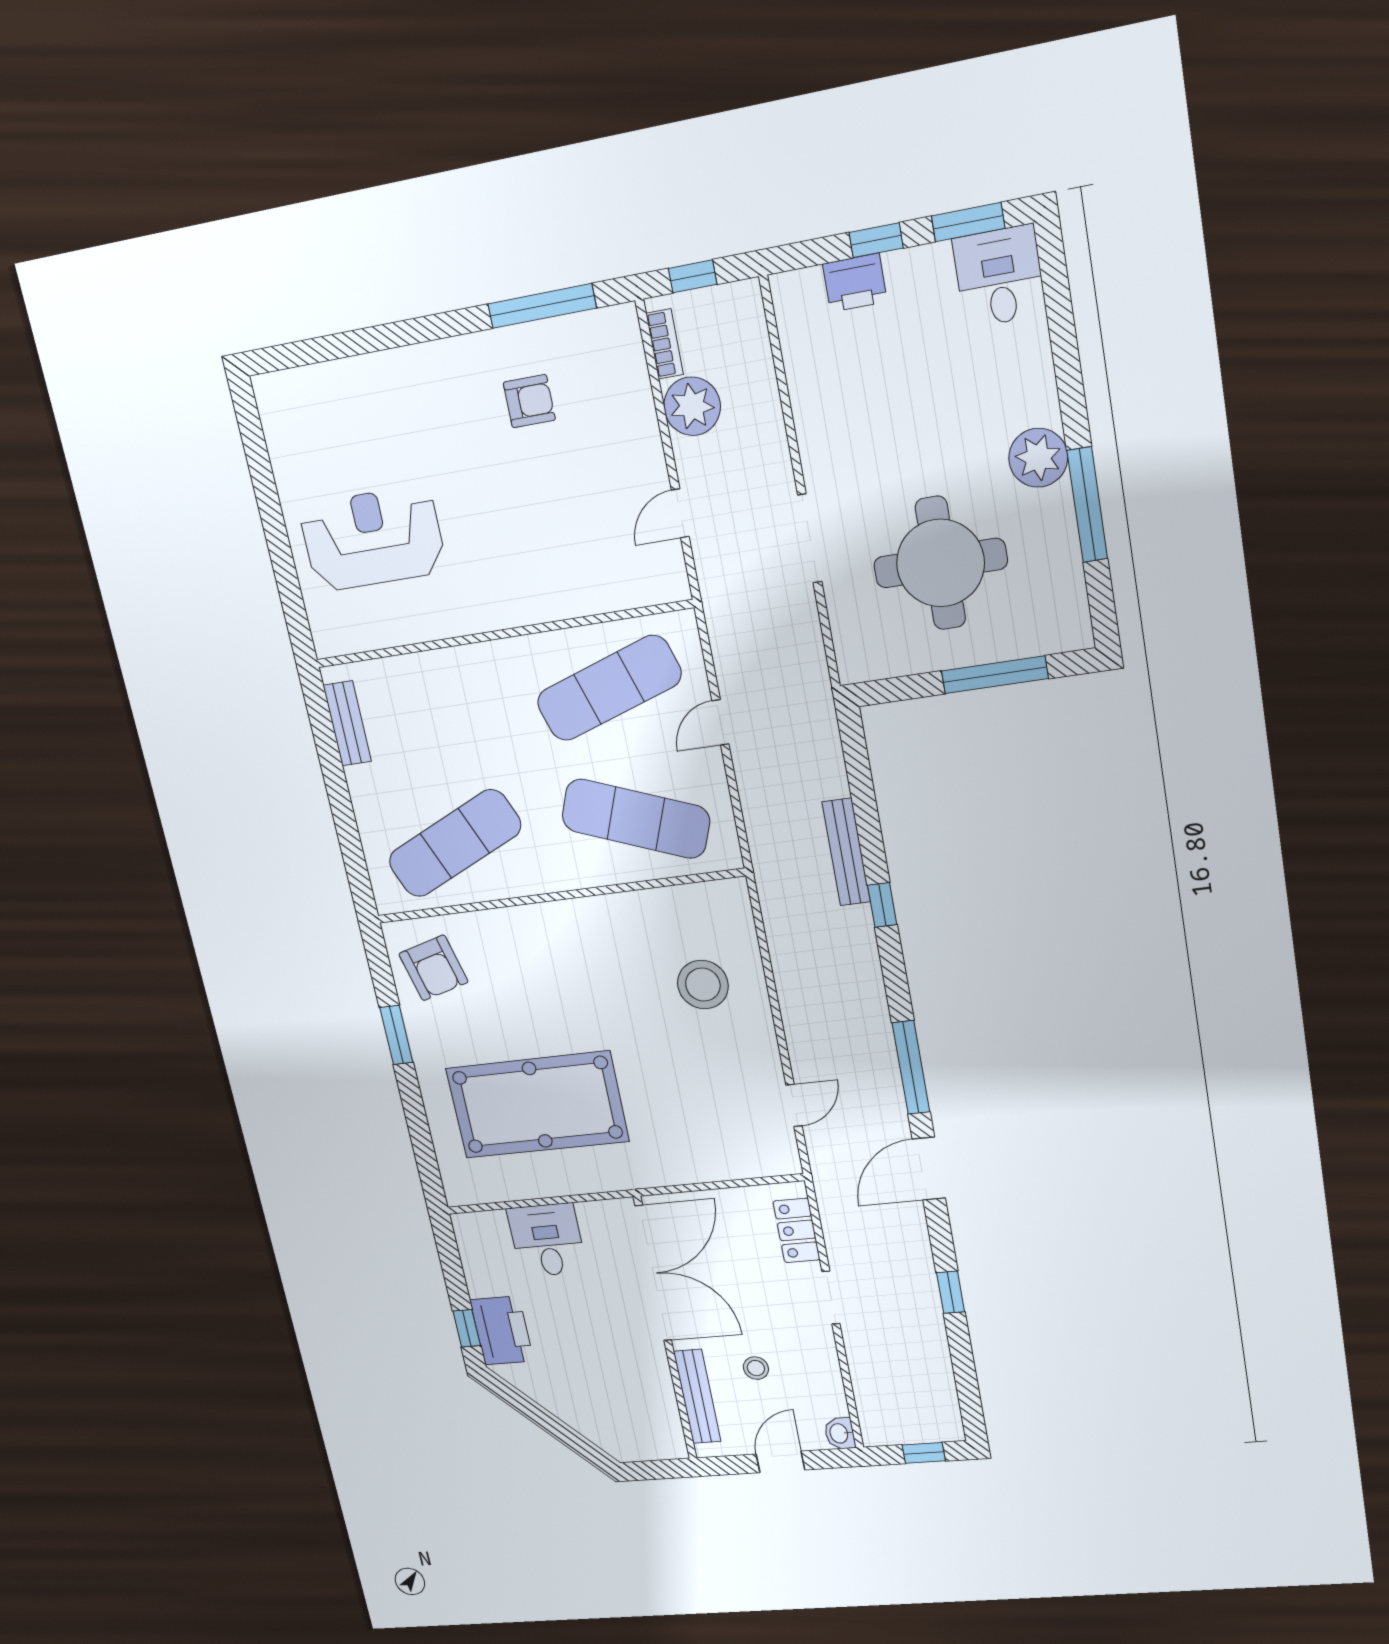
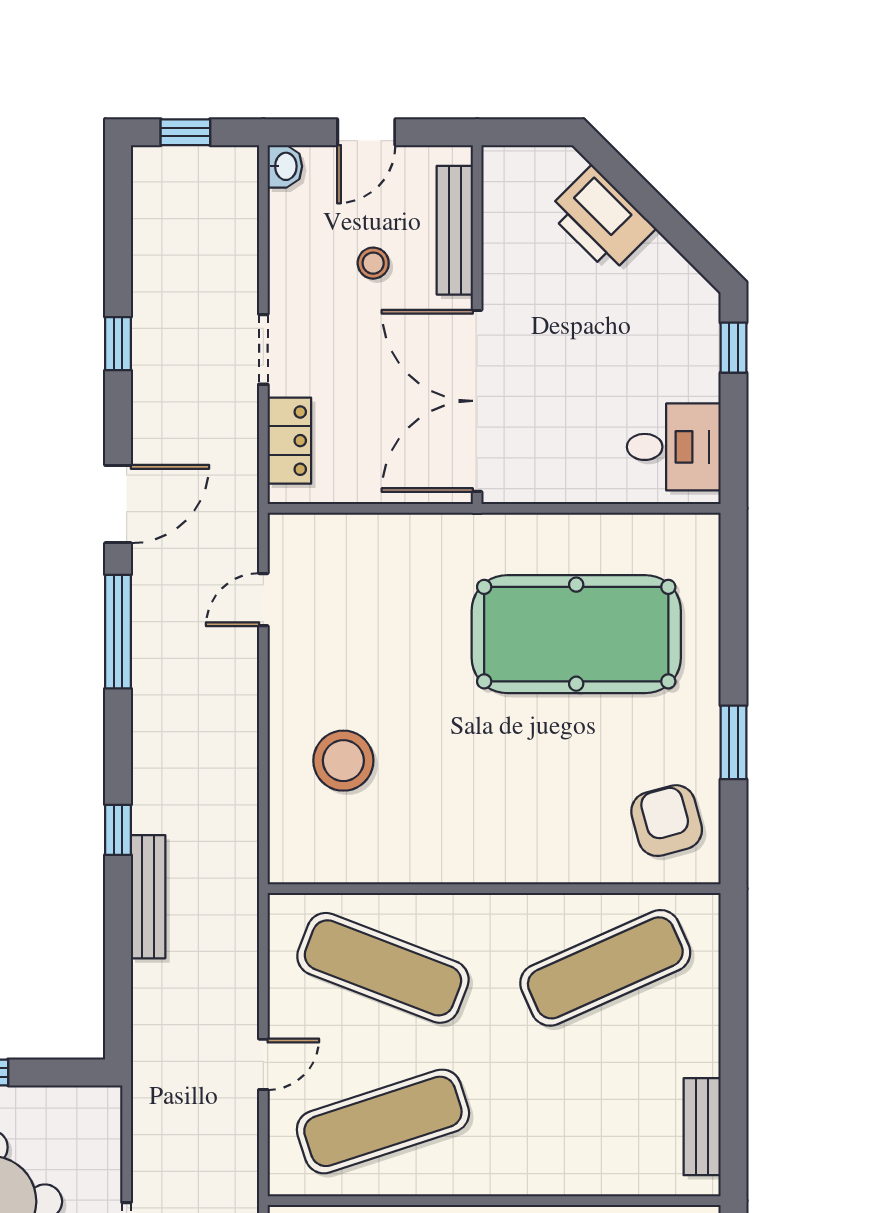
desk: (547, 1240) -> (674, 447), moved, turned -90
printer: (502, 1330) -> (601, 219), moved, turned -45

